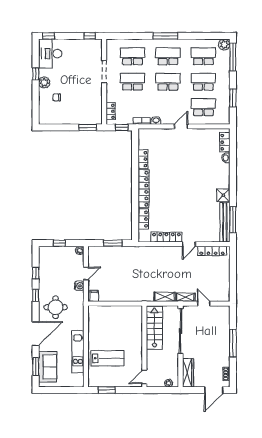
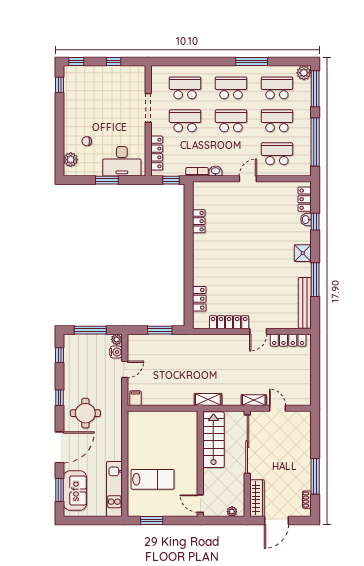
window: (90, 36) -> (114, 61), moved
window: (165, 36) -> (252, 61), moved
desk: (50, 54) -> (122, 161), moved, turned -90
window: (36, 74) -> (60, 85), moved
plant: (44, 83) -> (71, 160), moved
window: (233, 98) -> (315, 142), width x2.11
locker: (111, 111) -> (157, 153), width x1.53
window: (88, 127) -> (107, 180), moved
window: (233, 159) -> (315, 222), added
locker: (144, 189) -> (200, 260), removed
shower: (223, 195) -> (303, 253), moved
window: (233, 220) -> (315, 280), moved
window: (59, 243) -> (90, 330), width x2.17
window: (36, 273) -> (60, 355), moved
water cooler: (79, 286) -> (116, 352), moved
shelving: (165, 297) -> (208, 400), moved
window: (233, 343) -> (315, 476), moved
kitchen unit: (78, 352) -> (114, 489), moved
door: (144, 377) -> (200, 504), hinge flipped
door: (214, 390) -> (276, 521), moved

